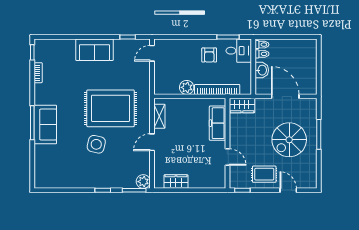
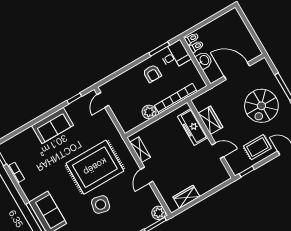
wardrobe: (242, 106) -> (210, 120), moved, turned -90

